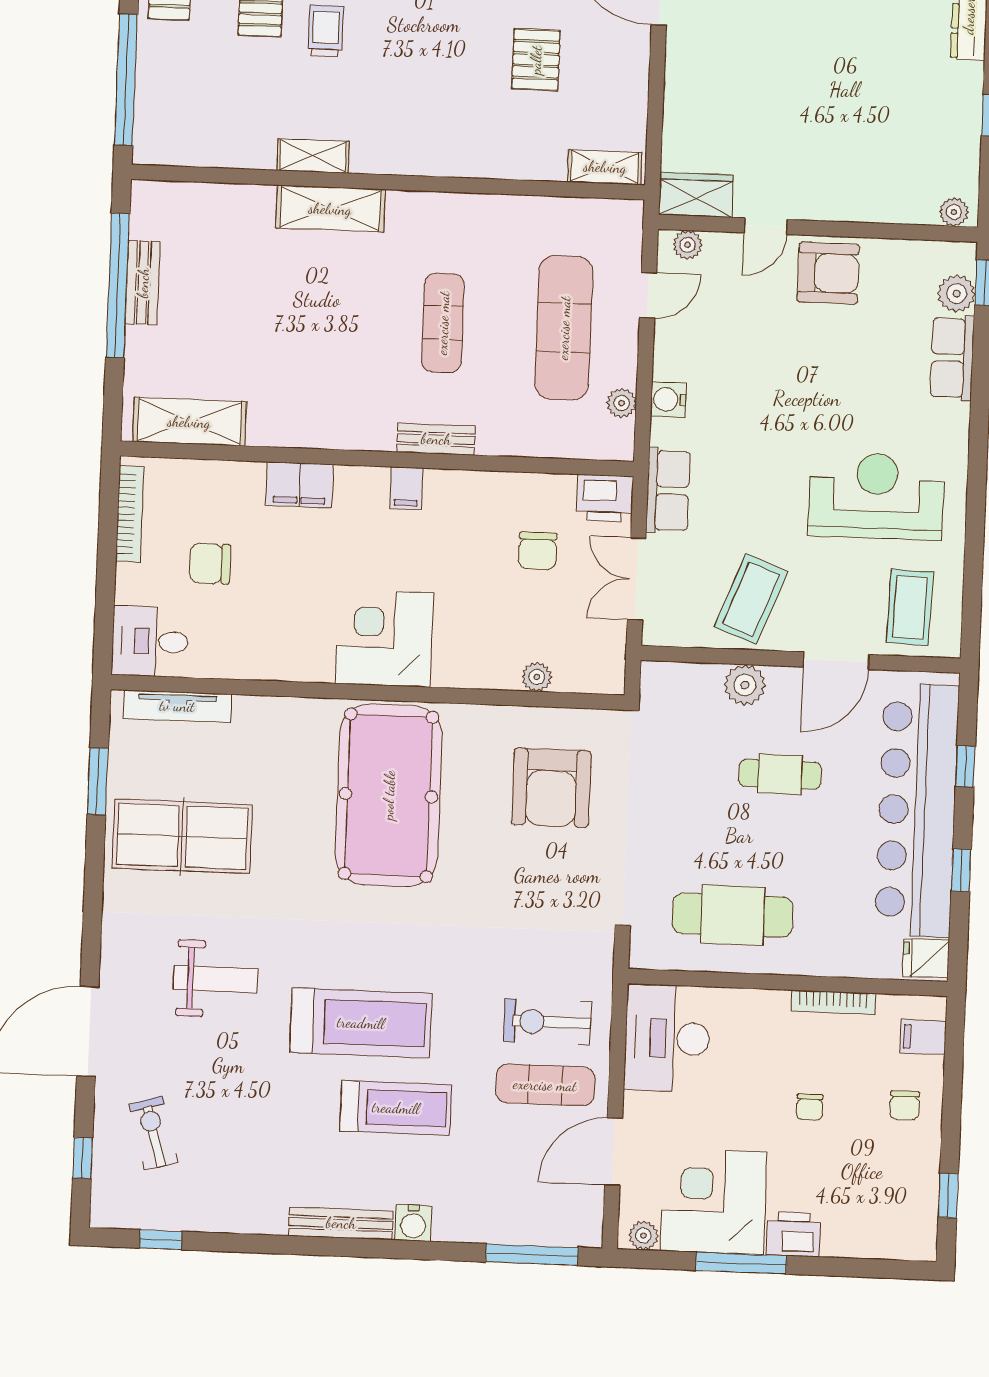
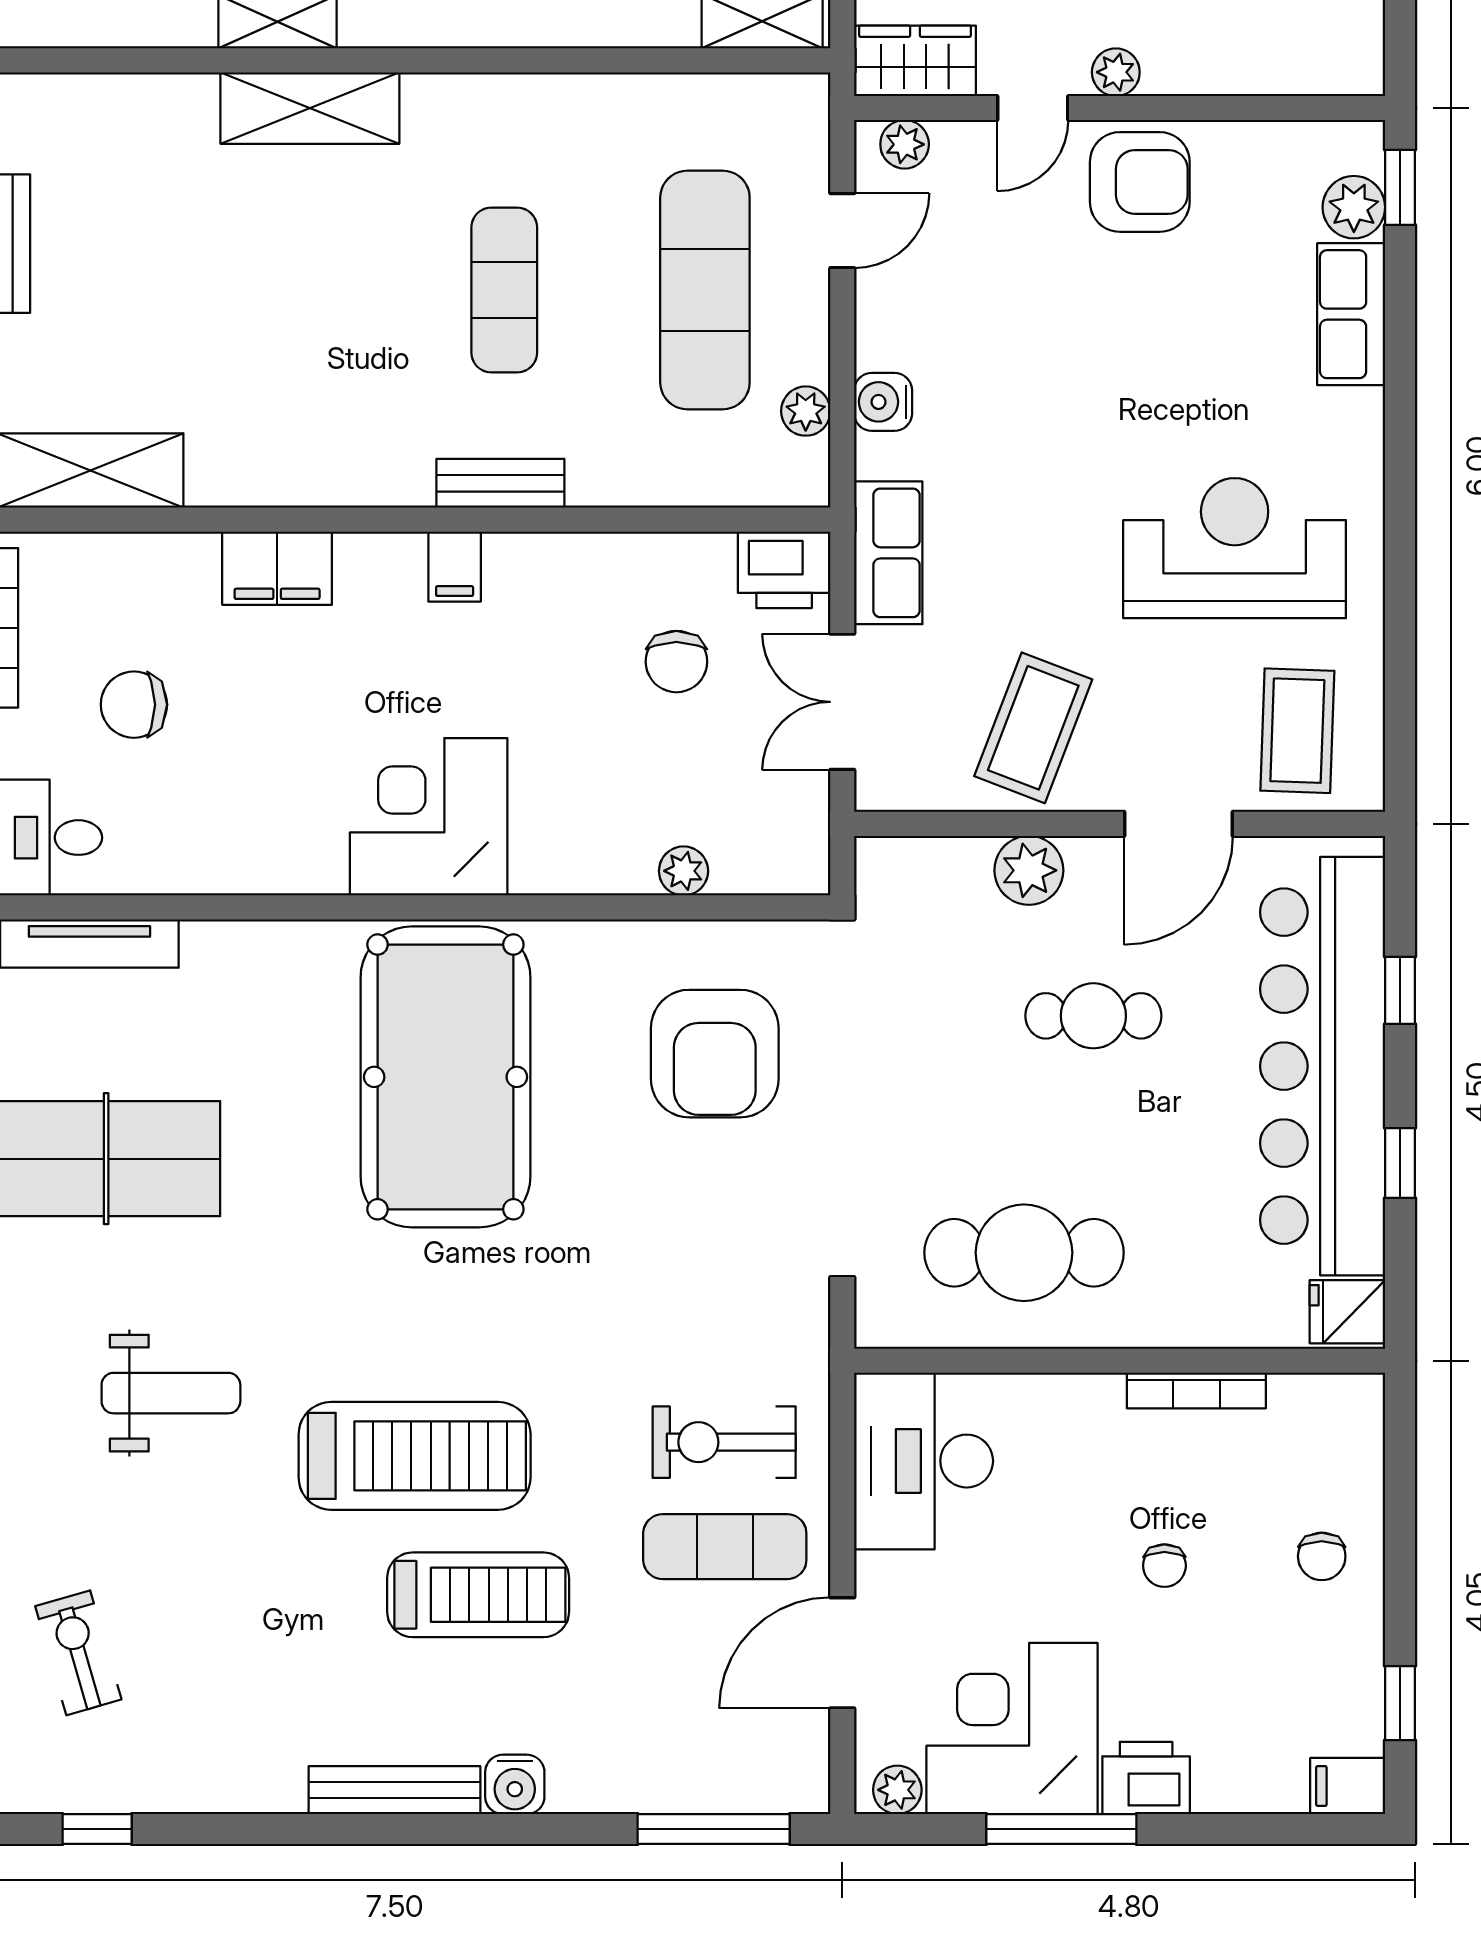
plant: (954, 212) -> (1116, 72), moved
filing cabinet: (923, 1037) -> (1348, 1786), moved

